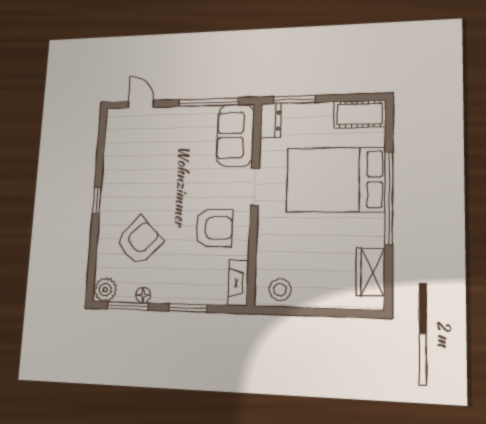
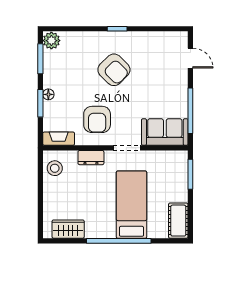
door: (141, 104) -> (190, 58), hinge flipped
dresser: (271, 121) -> (91, 158), moved
bed: (336, 180) -> (131, 205), width x0.67
armchair: (139, 241) -> (114, 70), moved
floor lamp: (143, 295) -> (48, 94), moved

